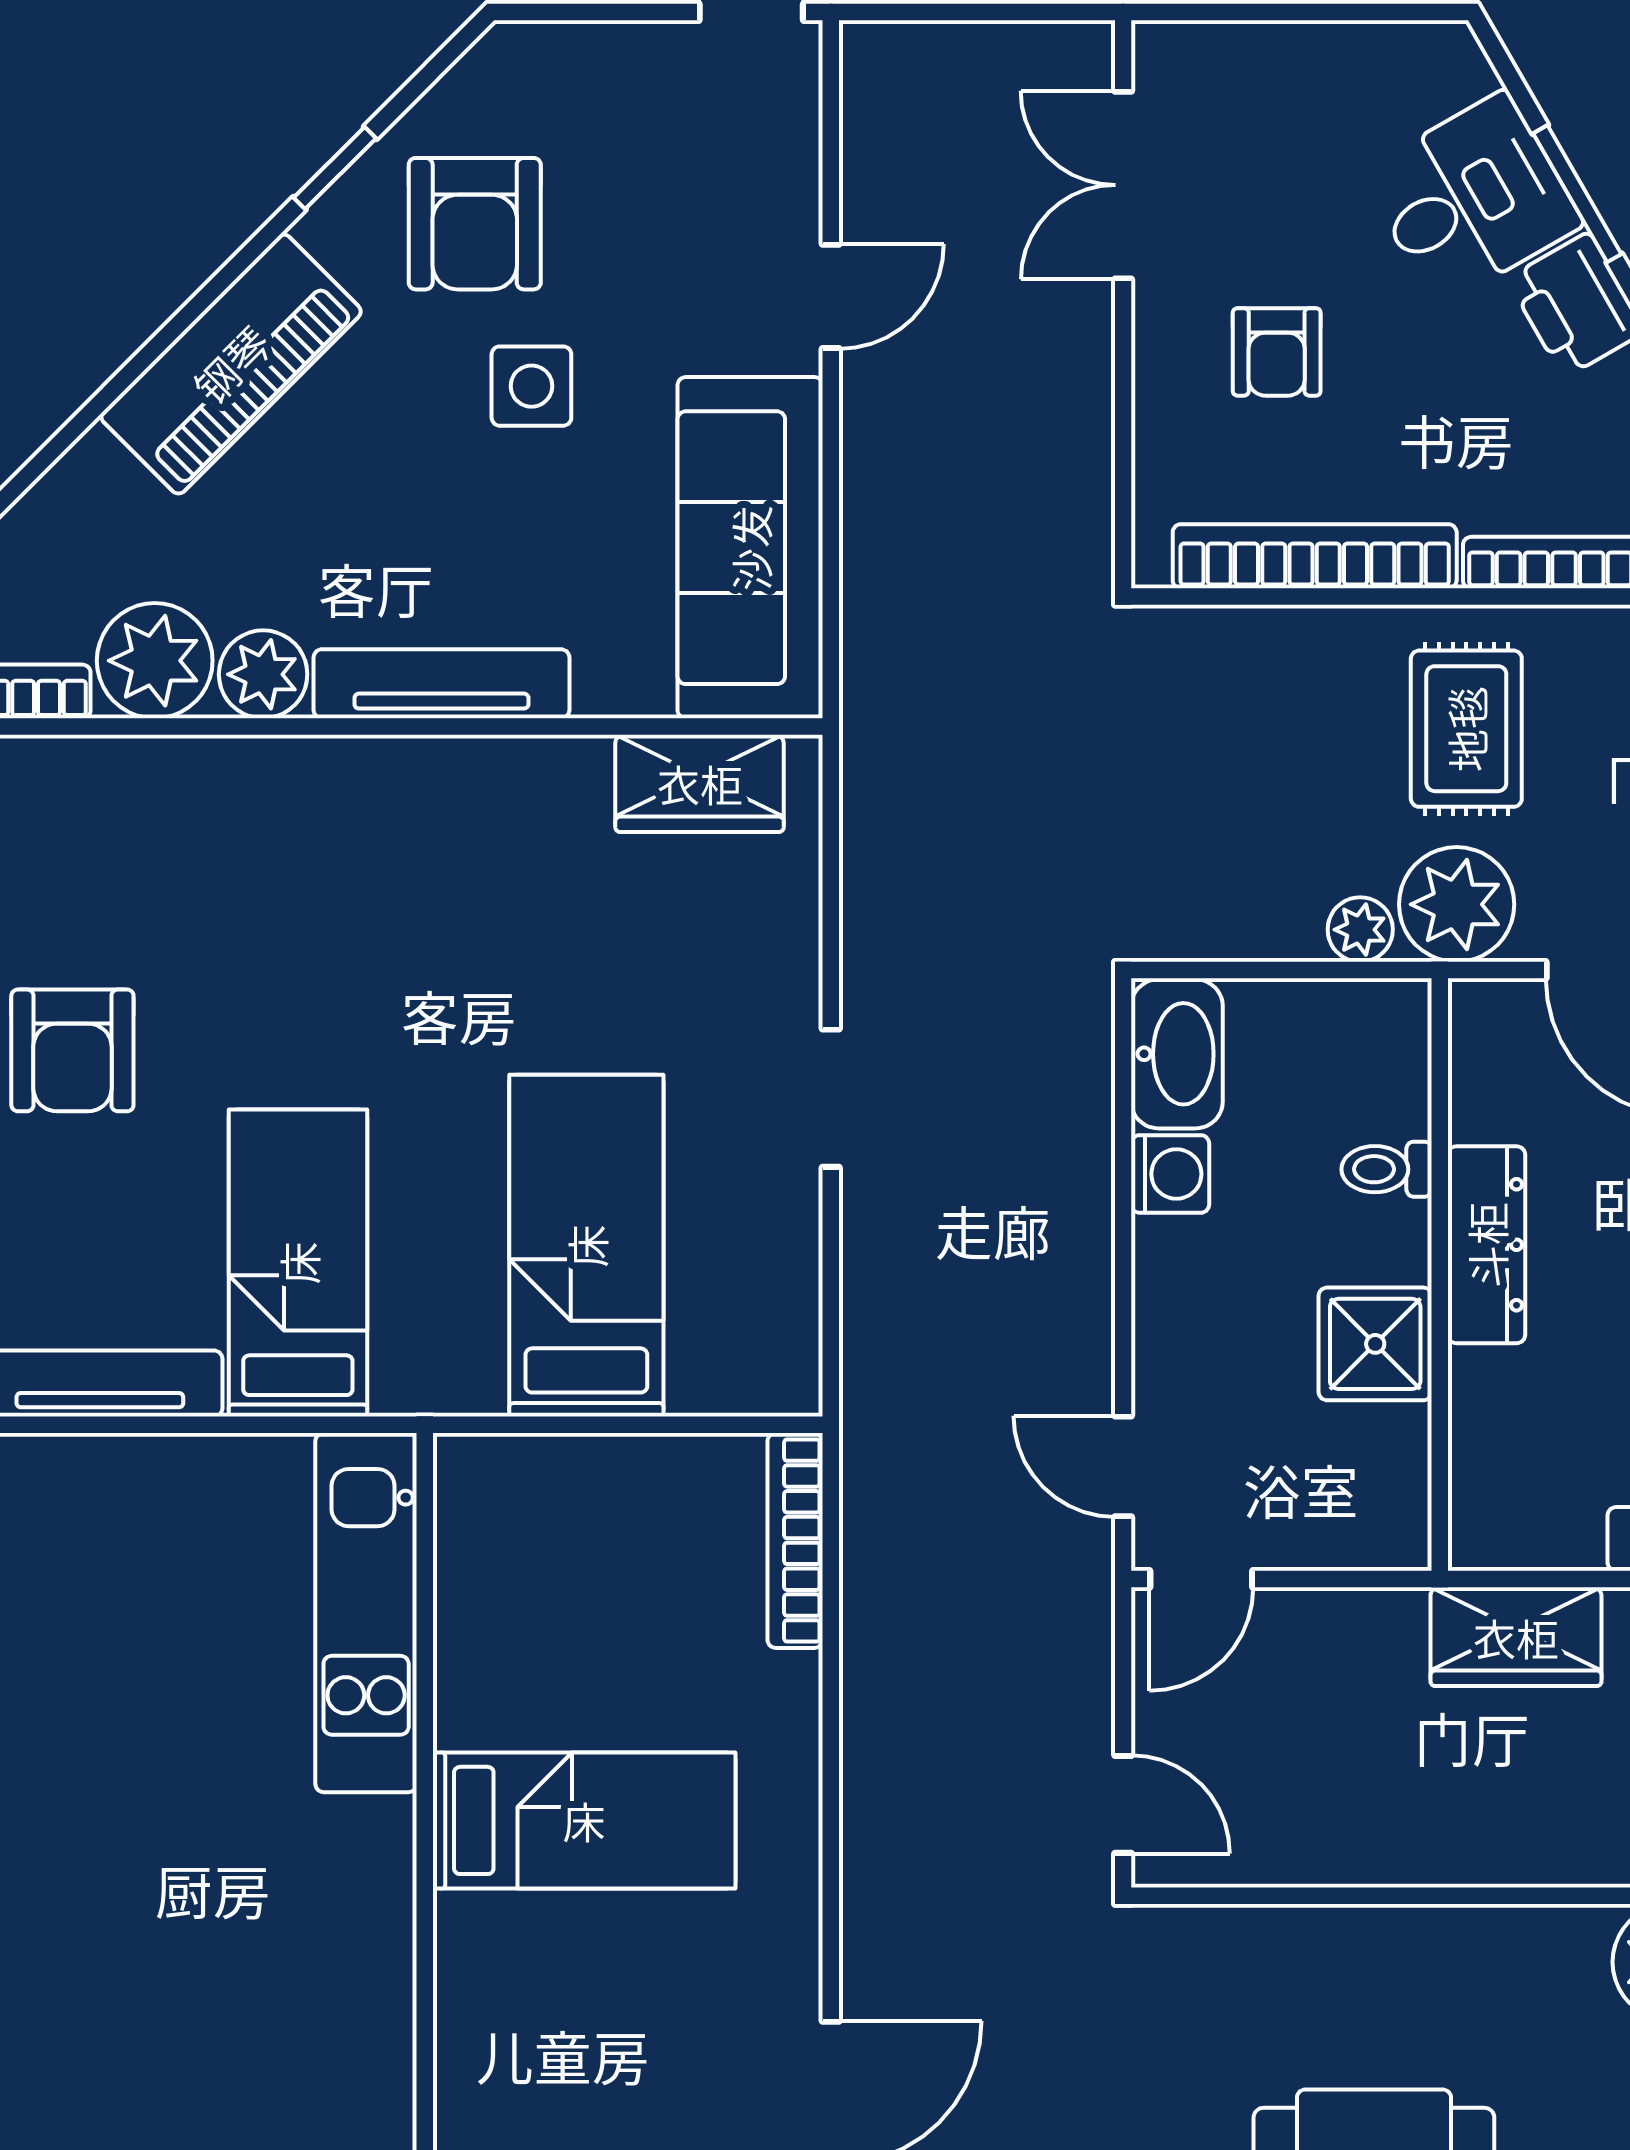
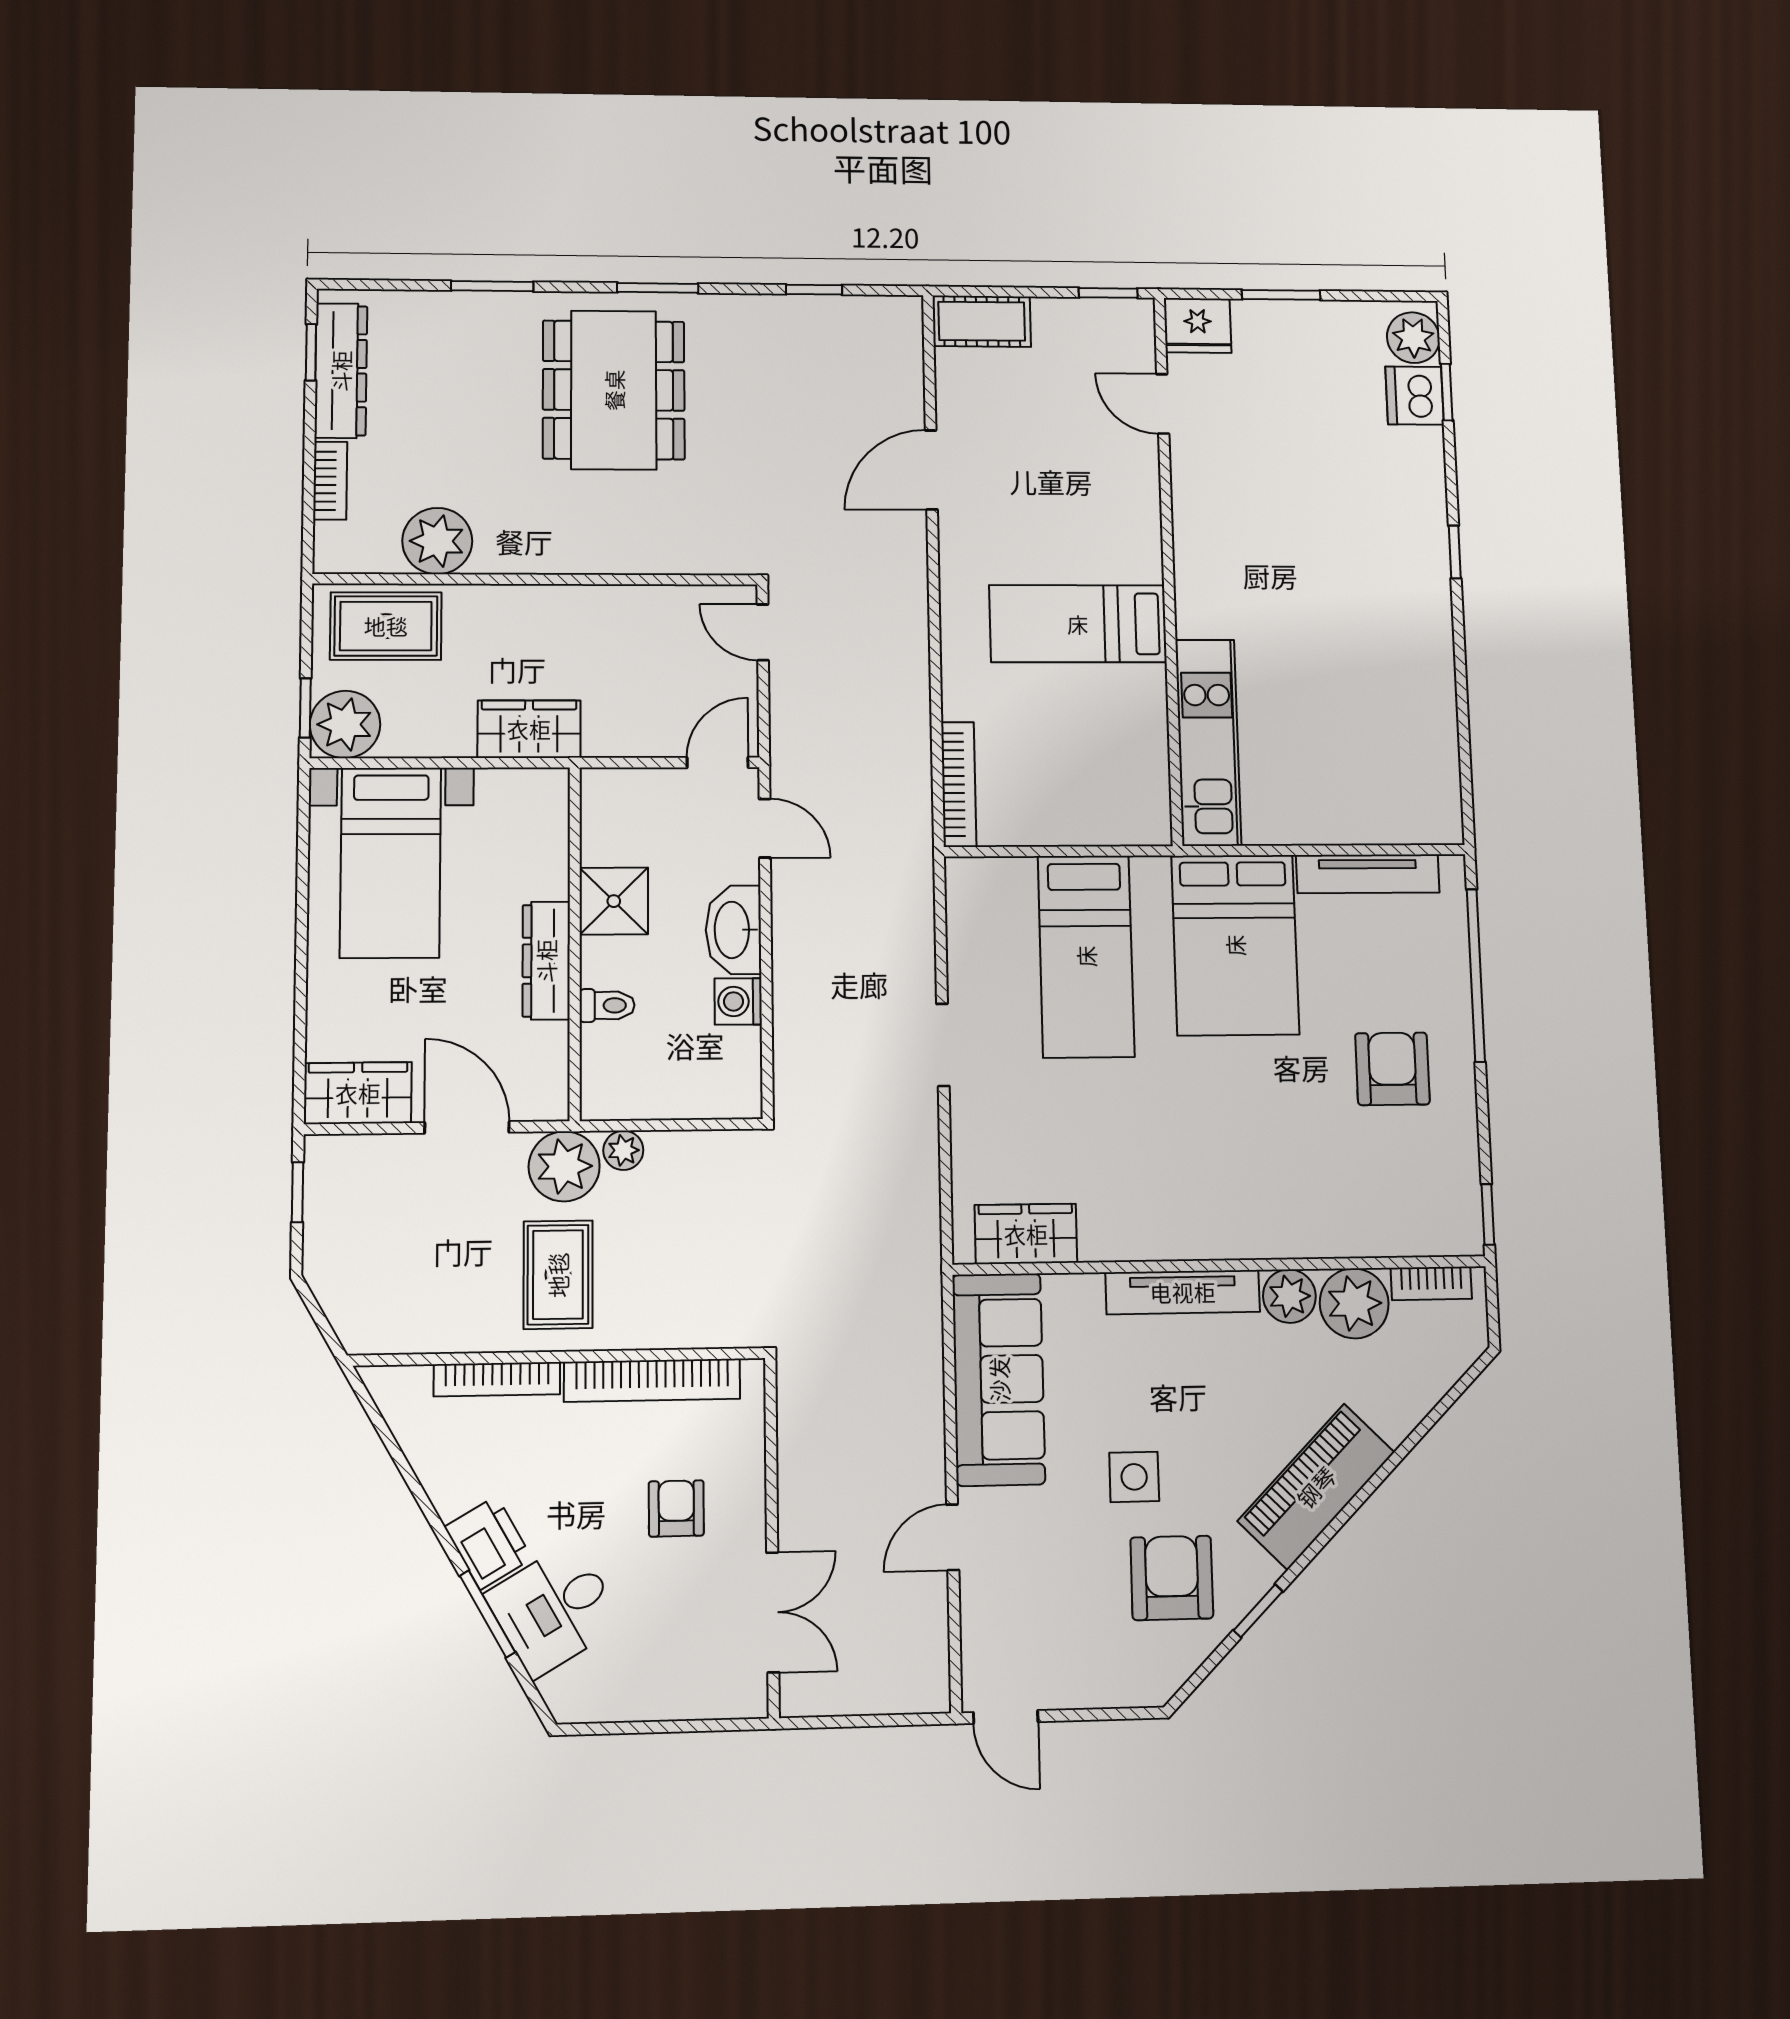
washbasin: (1177, 1054) -> (733, 930), moved
bed: (298, 1263) -> (1235, 945), width x1.50

